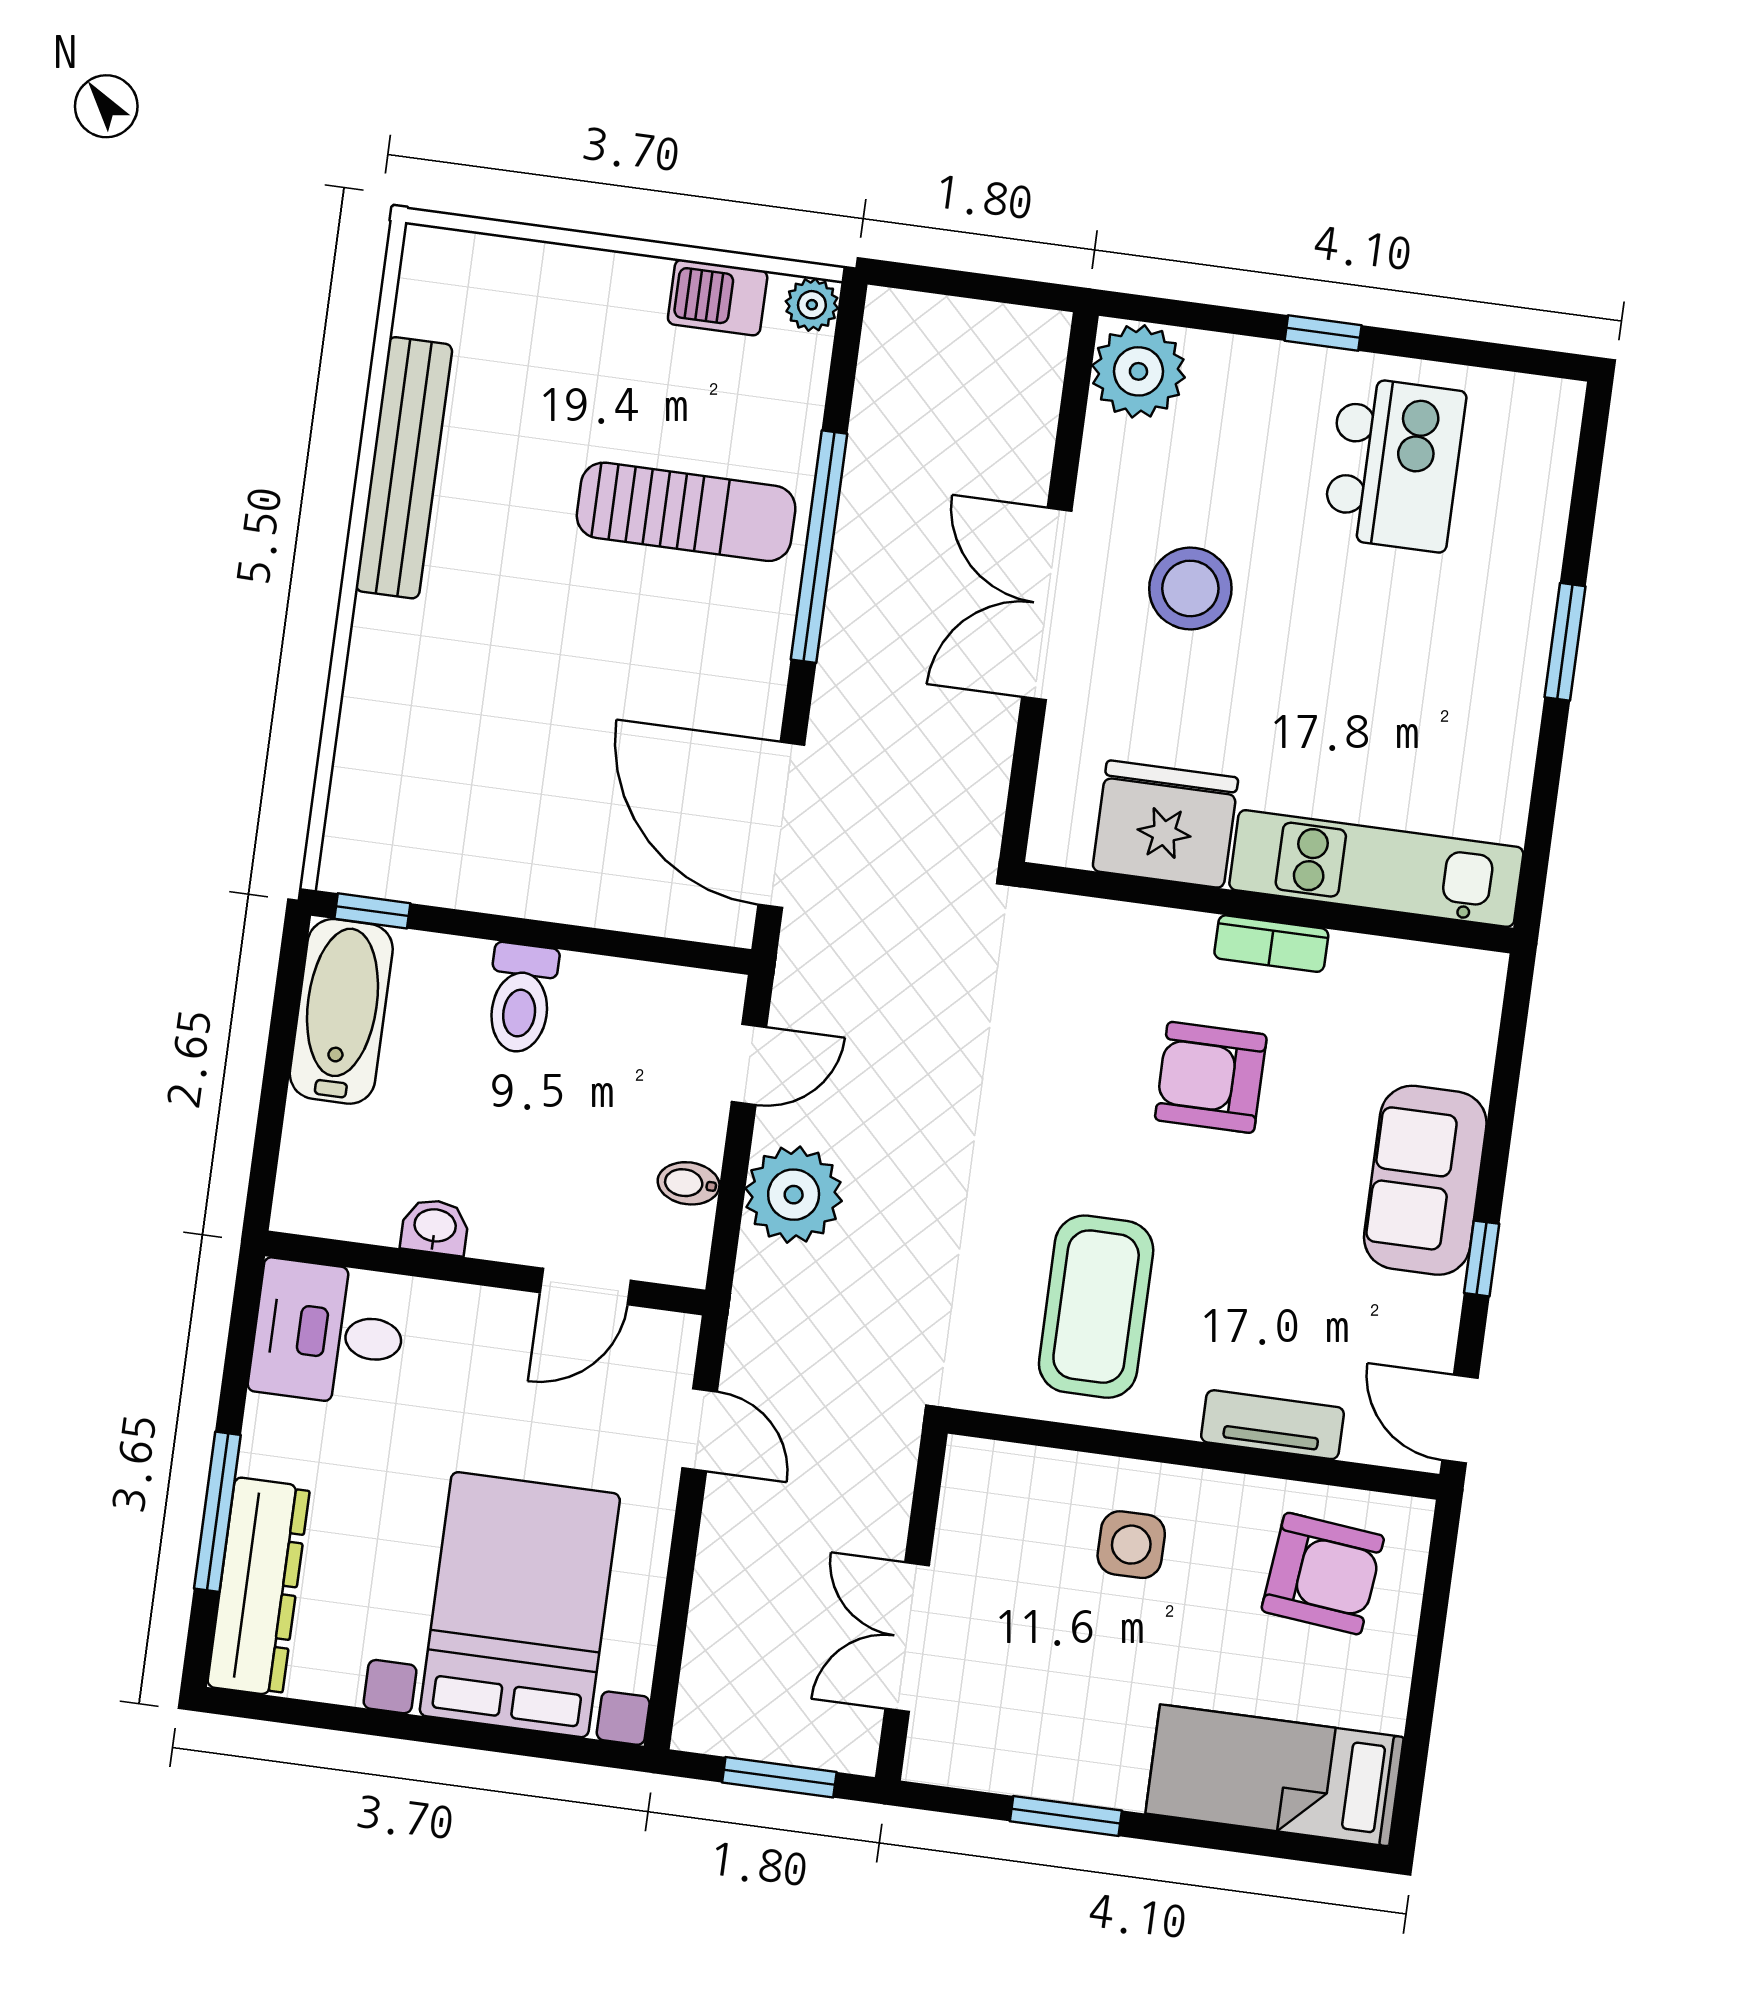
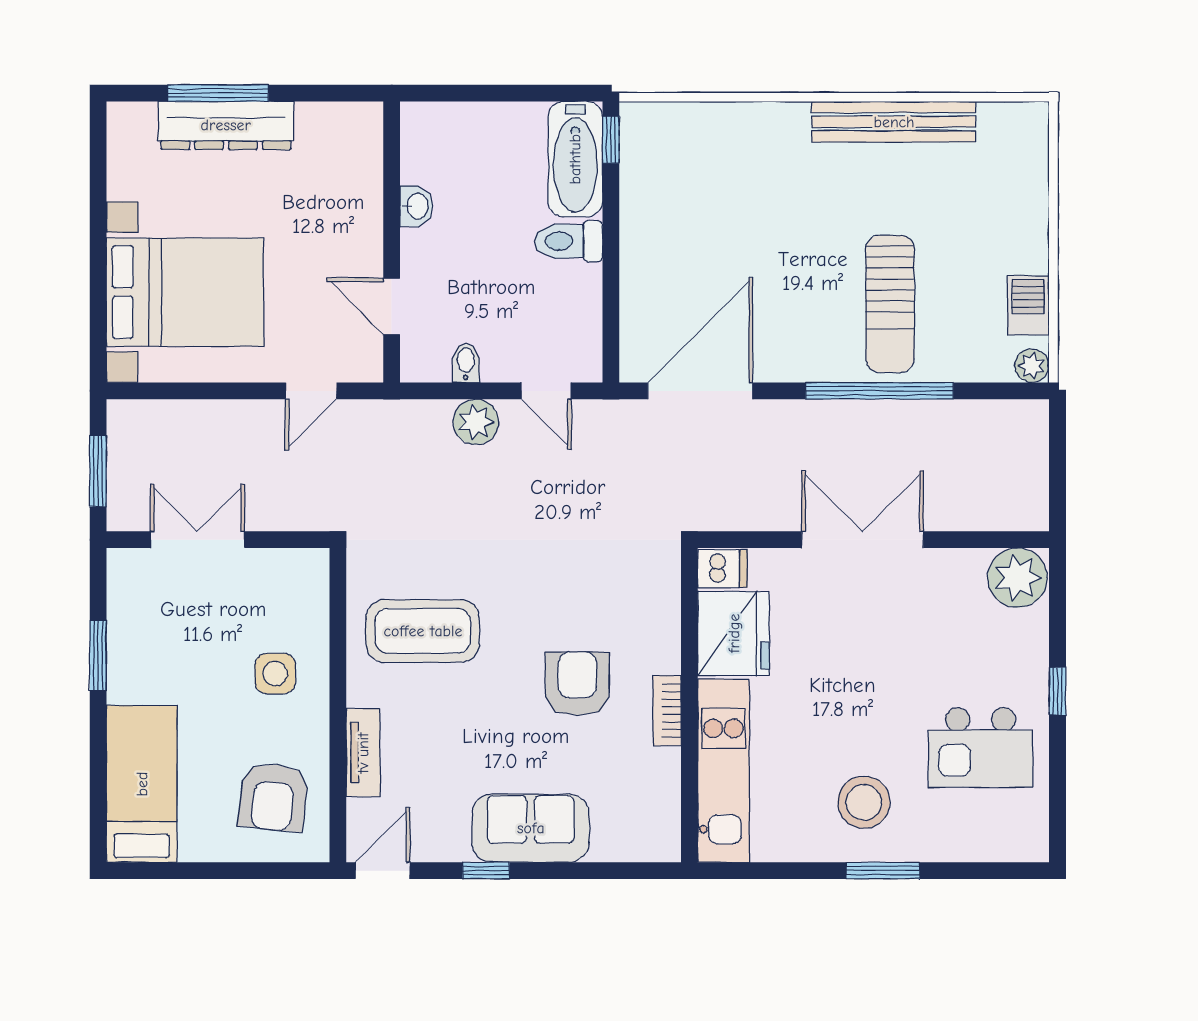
stool: (1190, 588) -> (864, 802), moved
dishwasher: (1062, 828) -> (722, 569), added
bathtub: (341, 1011) -> (575, 159), moved, turned 90
plant: (794, 1195) -> (476, 422), width x0.73, depth x0.73
desk: (328, 1333) -> (340, 148), removed
dresser: (259, 1587) -> (226, 125), moved

